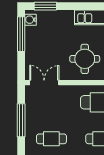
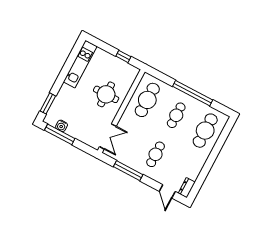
water cooler: (30, 20) -> (62, 126), moved
double door: (44, 83) -> (108, 136), swing flipped

